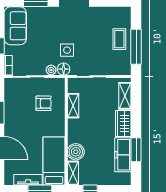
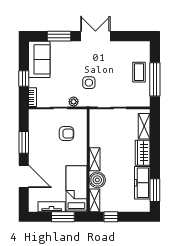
floor lamp: (64, 69) -> (86, 101), removed
shelving: (73, 106) -> (95, 159), moved
window: (136, 150) -> (155, 190), moved

